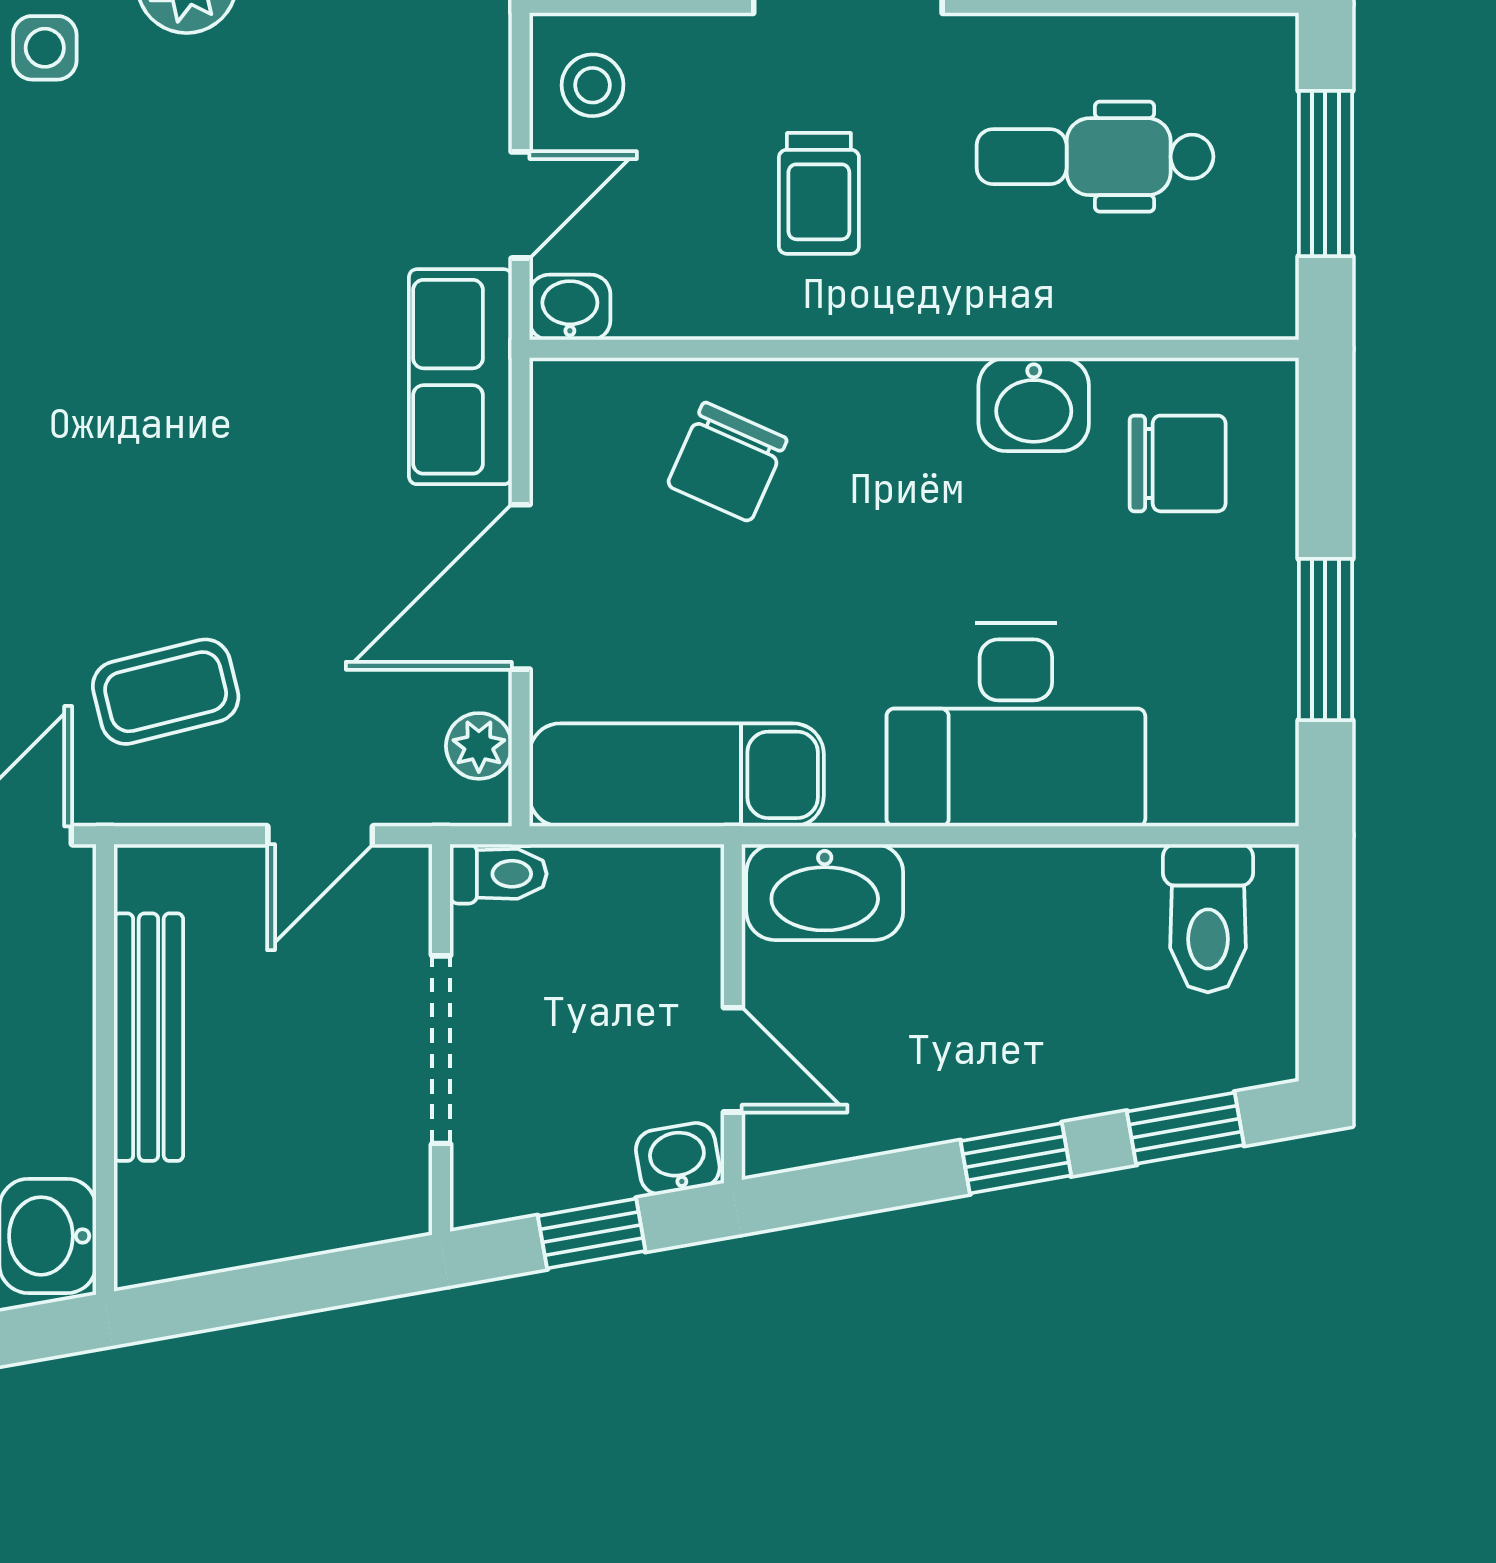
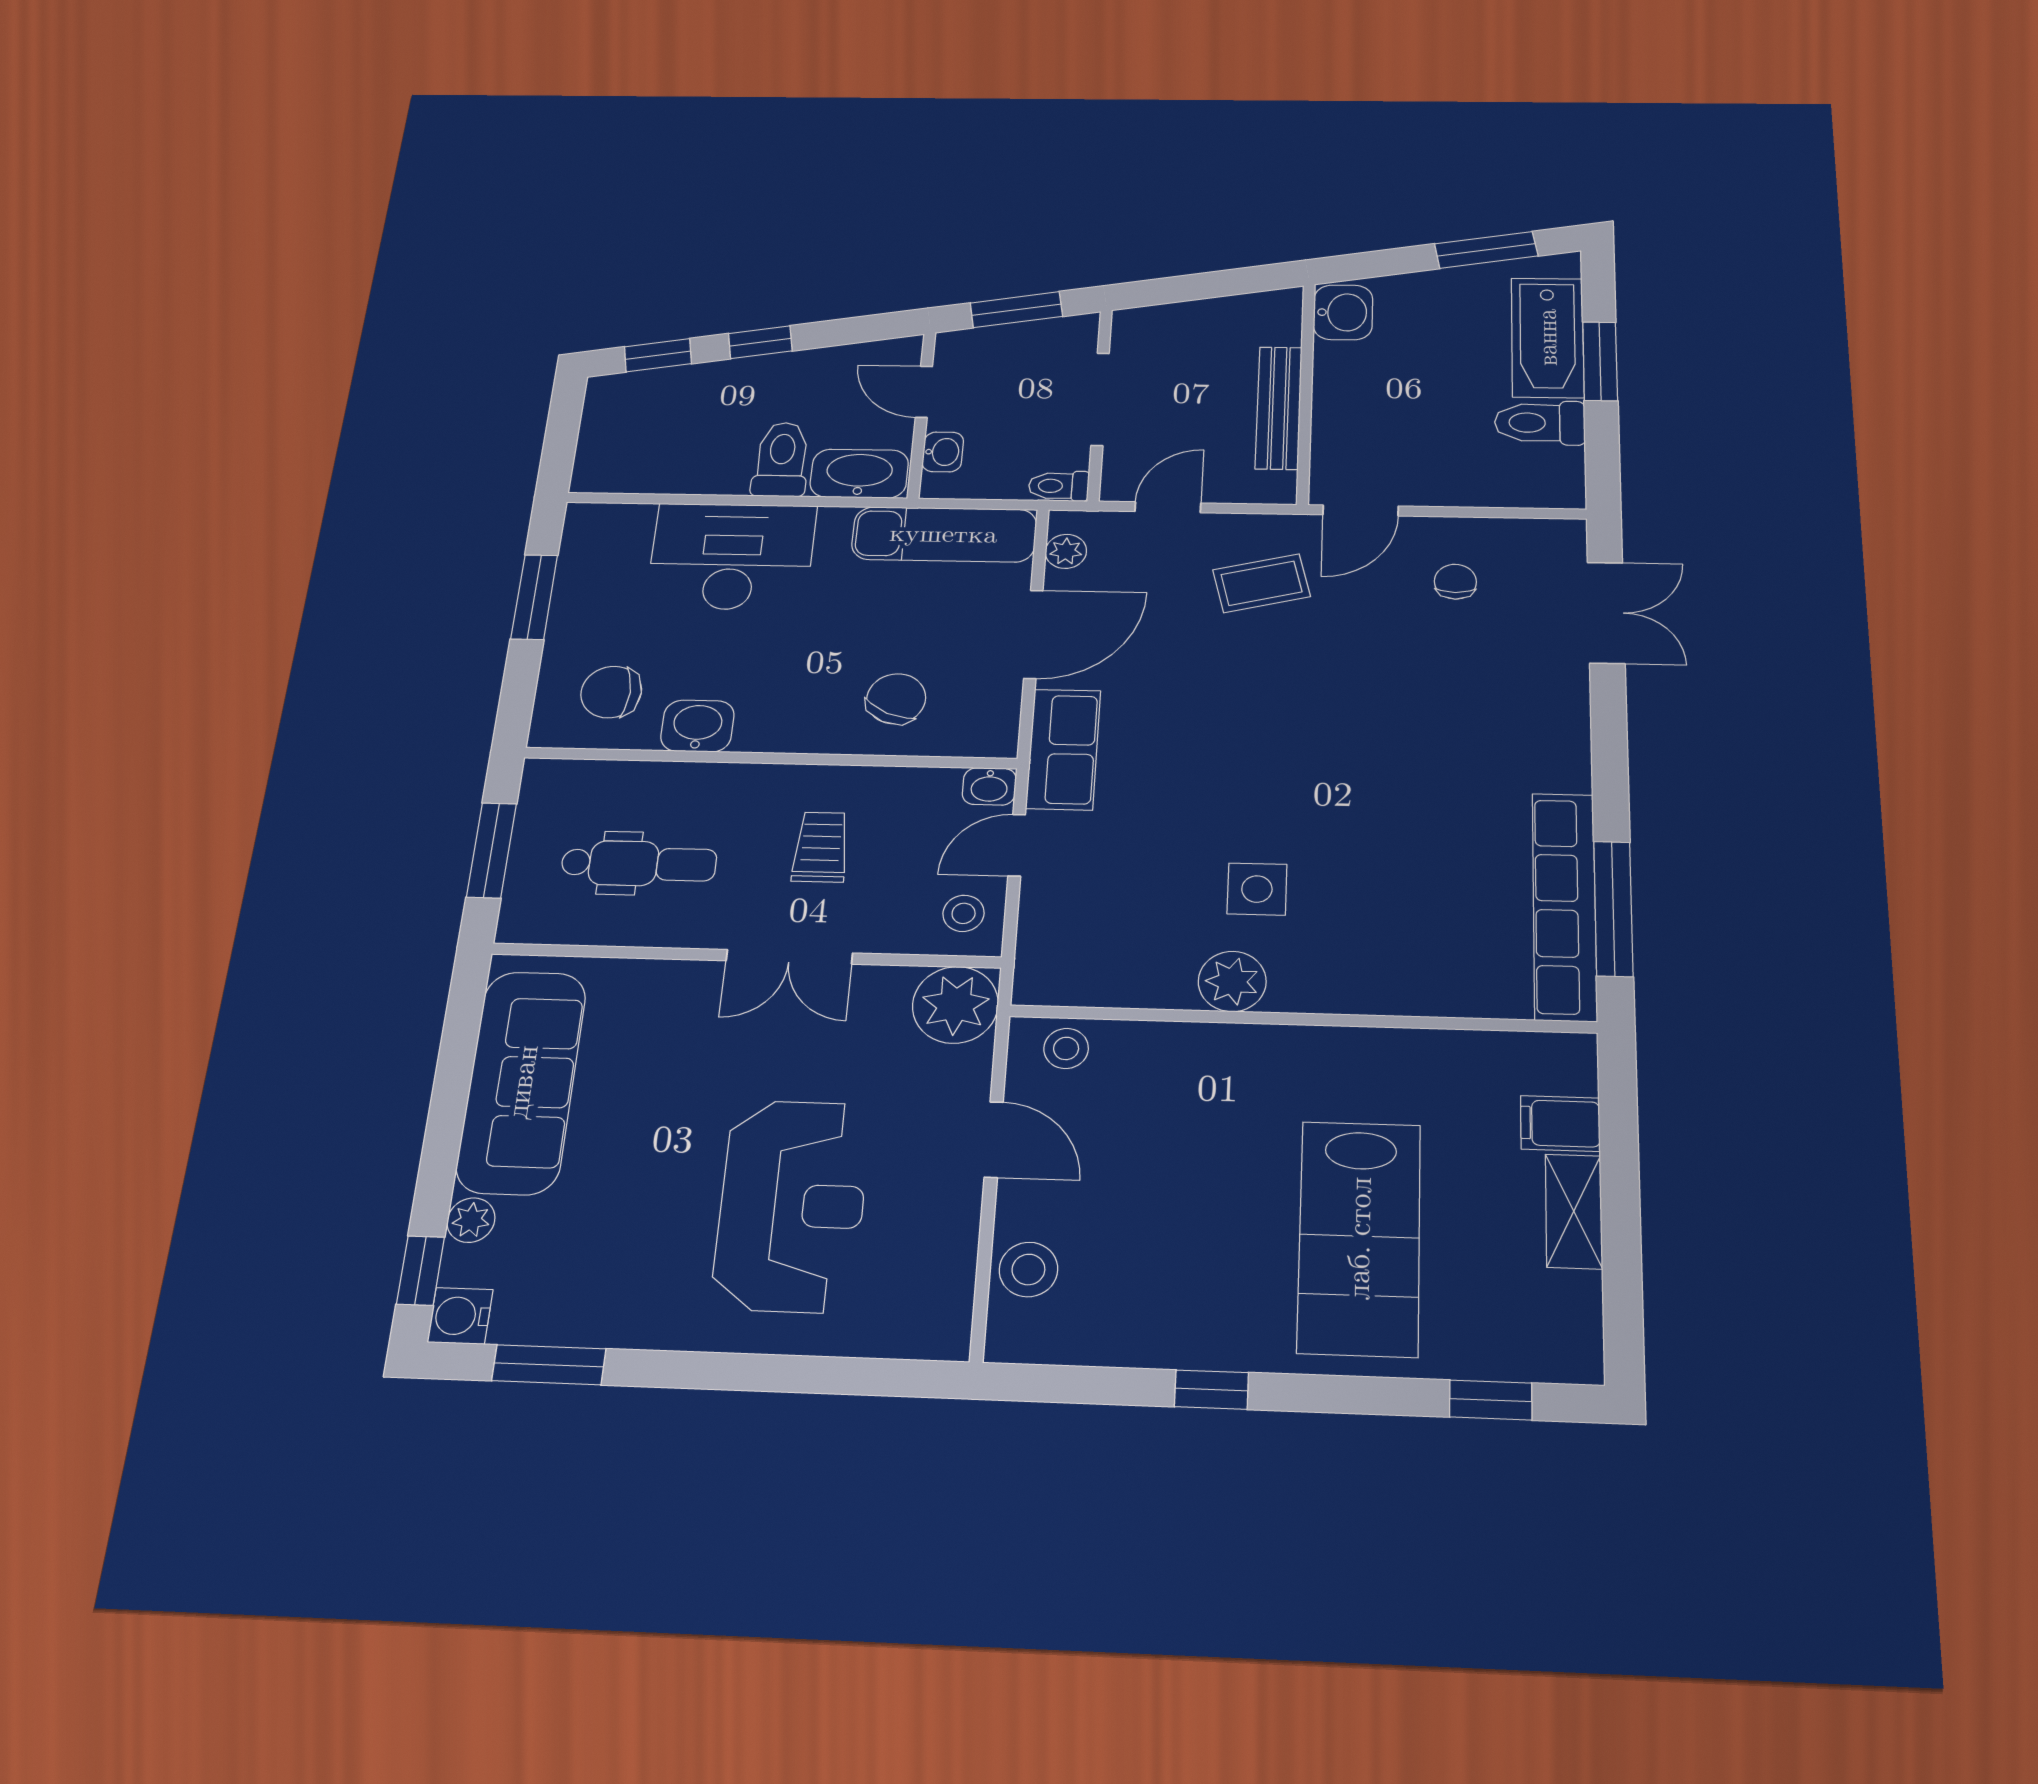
side table: (45, 48) -> (1257, 889), moved, width x1.37, depth x1.37
toilet: (1208, 918) -> (781, 459), moved
washbasin: (678, 1159) -> (943, 452), moved, turned -80
window: (592, 1234) -> (1016, 310), width x1.50

